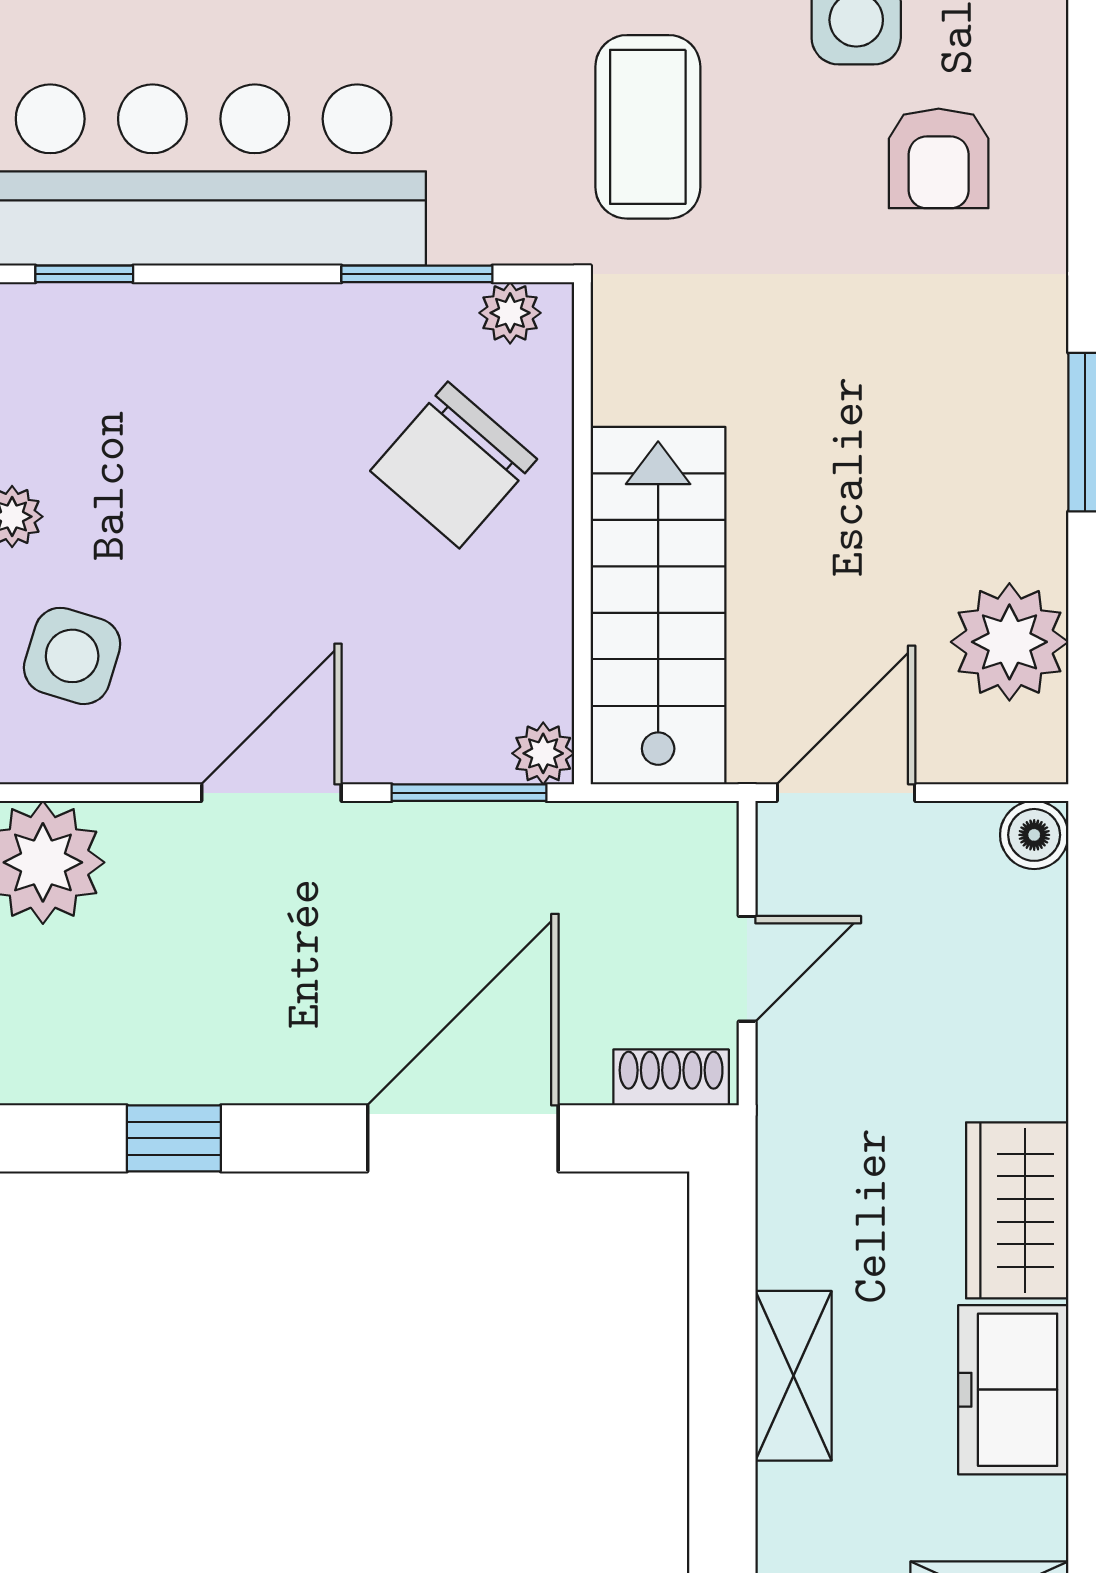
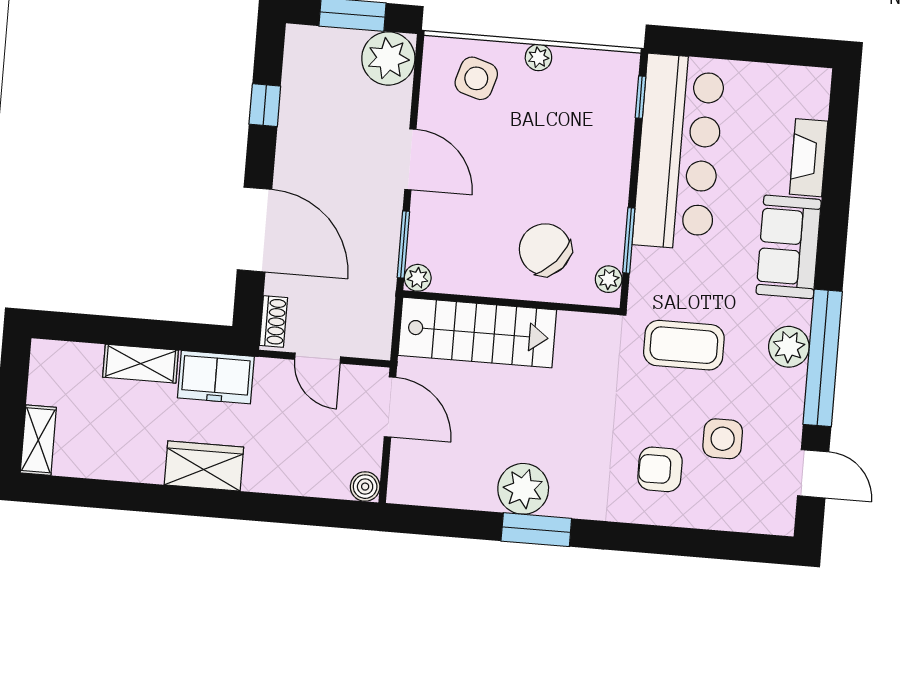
plant: (1009, 642) -> (523, 489), moved
freezer: (1013, 1390) -> (216, 377), moved, turned 180

